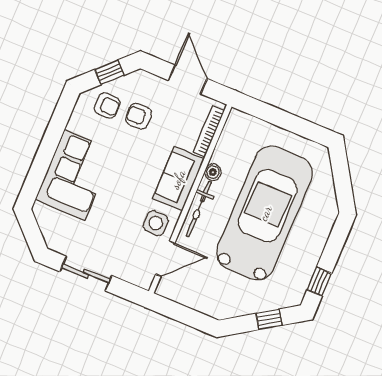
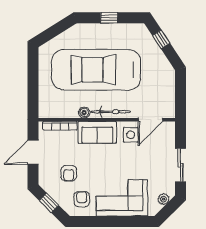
armchair: (107, 105) -> (82, 199), moved
plant: (49, 231) -> (164, 199), added
door: (165, 259) -> (150, 120), swing flipped
window: (319, 282) -> (109, 18), moved

